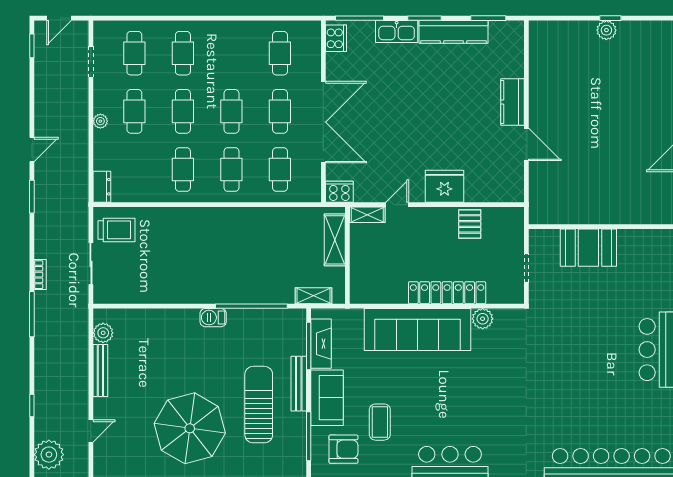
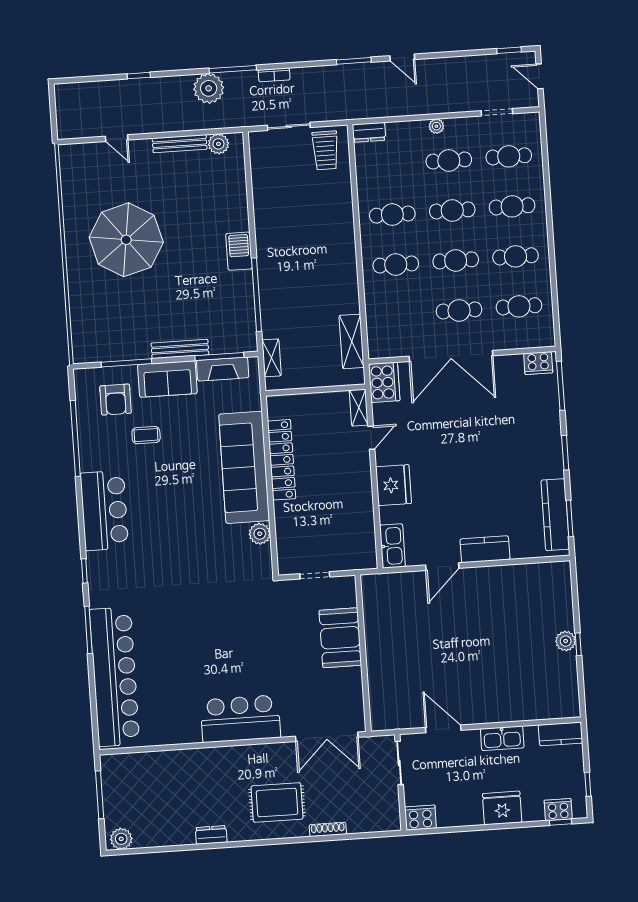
kitchen sink: (397, 31) -> (392, 546), moved, turned 180
kitchen counter: (453, 32) -> (555, 515), moved
cafe table: (280, 169) -> (516, 256), moved
cooker: (339, 192) -> (384, 382), width x1.37, depth x1.31
door: (397, 205) -> (371, 438), hinge flipped
pallet: (470, 224) -> (356, 514), removed
shelving: (335, 240) -> (352, 341), moved, turned 90
locker: (447, 293) -> (282, 460), moved
barbecue: (213, 318) -> (239, 251), width x1.38, depth x1.27
sun lounger: (259, 405) -> (156, 309), removed
coffee table: (380, 422) -> (146, 435), width x0.73, depth x0.77
plant: (49, 455) -> (209, 88), moved

